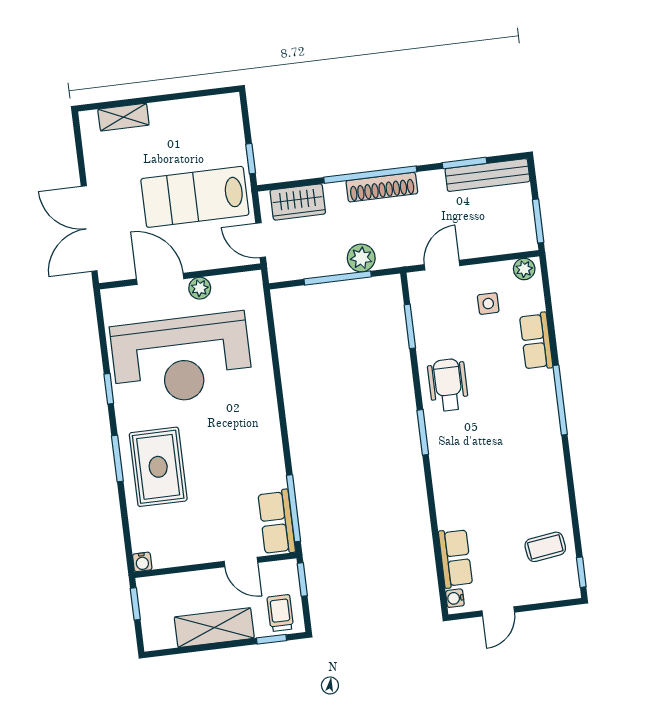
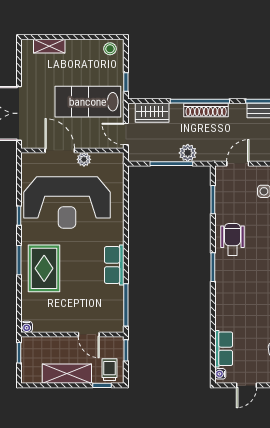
stool: (219, 110) -> (110, 49), added
row of seats: (277, 522) -> (114, 265), moved

